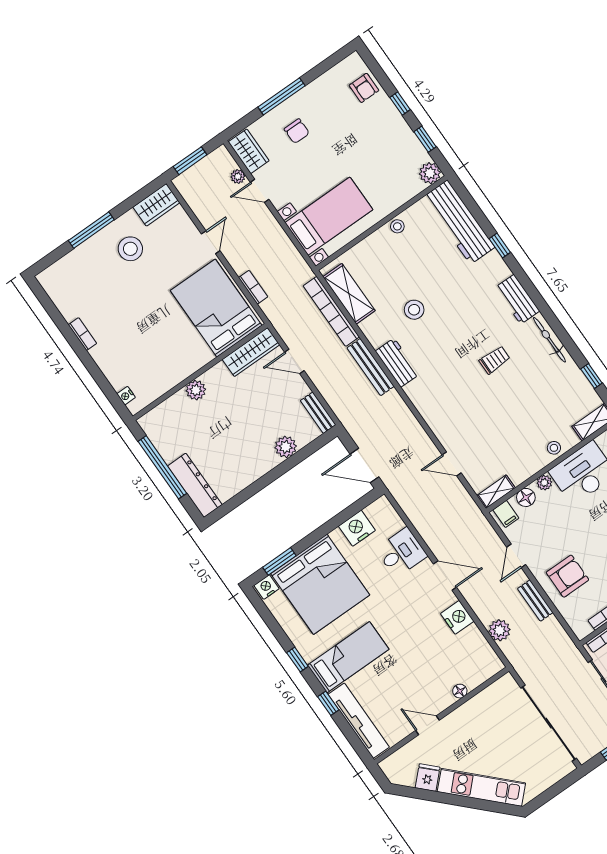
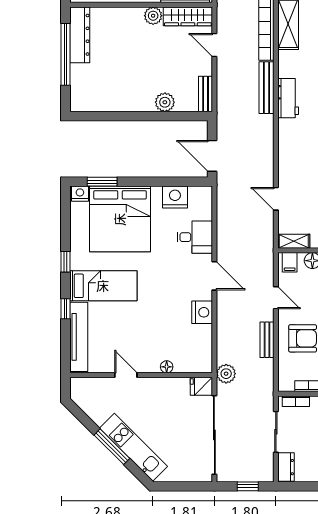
plant: (196, 390) -> (153, 16), moved
dresser: (195, 485) -> (80, 35), moved
door: (516, 556) -> (276, 298), swing flipped
plant: (500, 630) -> (226, 374), moved
fridge: (428, 777) -> (201, 386), moved, turned -135
window: (461, 801) -> (112, 447), added

